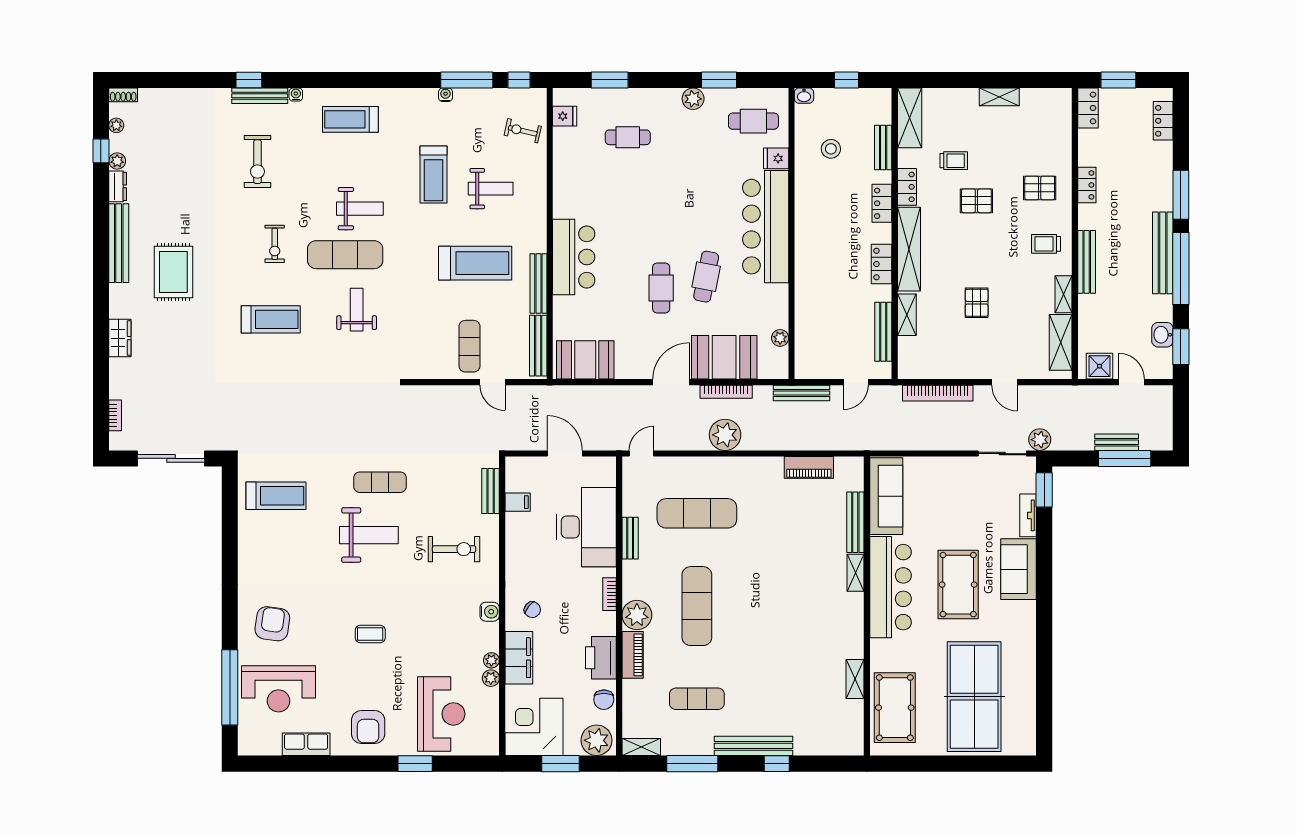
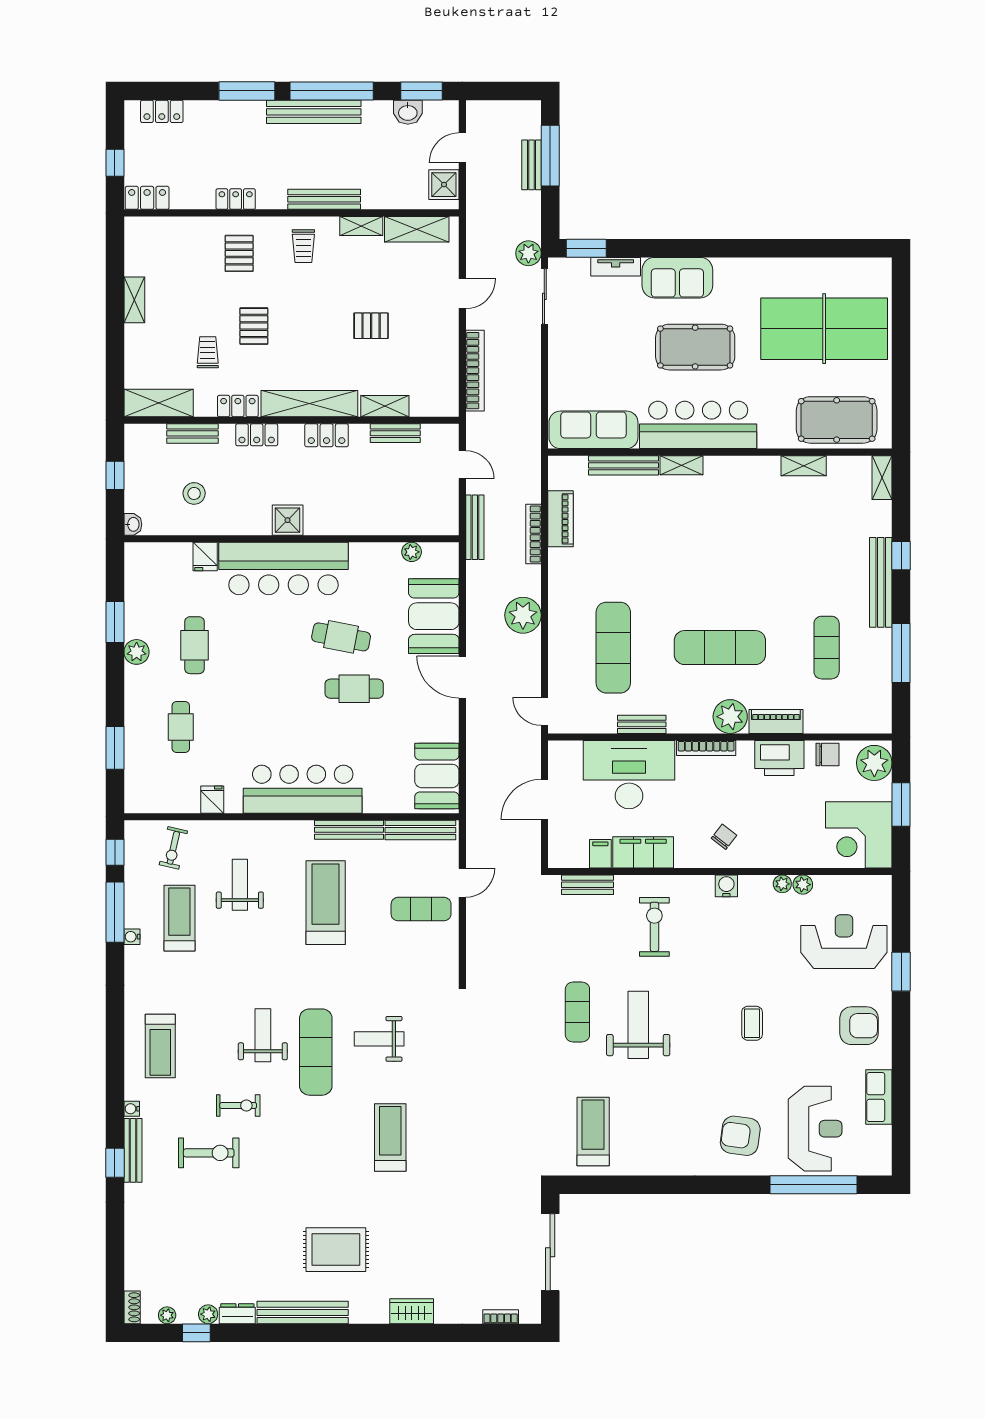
window: (1118, 80) -> (115, 163), width x0.67
fridge: (565, 116) -> (212, 800), moved
cafe table: (753, 121) -> (194, 645), moved
treadmill: (433, 175) -> (179, 918), moved, turned -90
shower: (808, 230) -> (288, 520), added
exercise bike: (275, 244) -> (238, 1105), moved
bar counter: (574, 257) -> (303, 789), width x1.36
bench: (883, 332) -> (395, 433), width x0.73
bookcase: (726, 392) -> (533, 534), moved, turned 180
bookcase: (610, 594) -> (706, 748), width x1.56
filing cabinet: (519, 658) -> (643, 852), moved
shelving: (641, 747) -> (882, 478), moved

